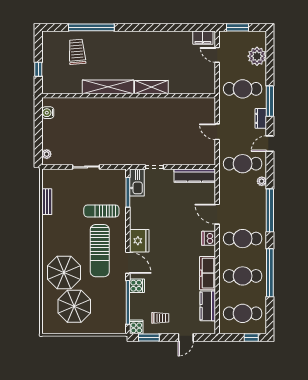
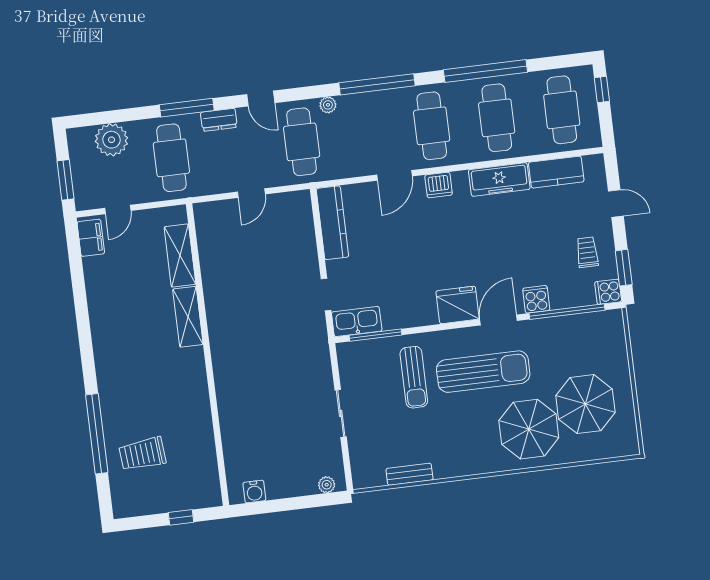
shelving: (108, 87) -> (180, 255), moved, width x0.68

